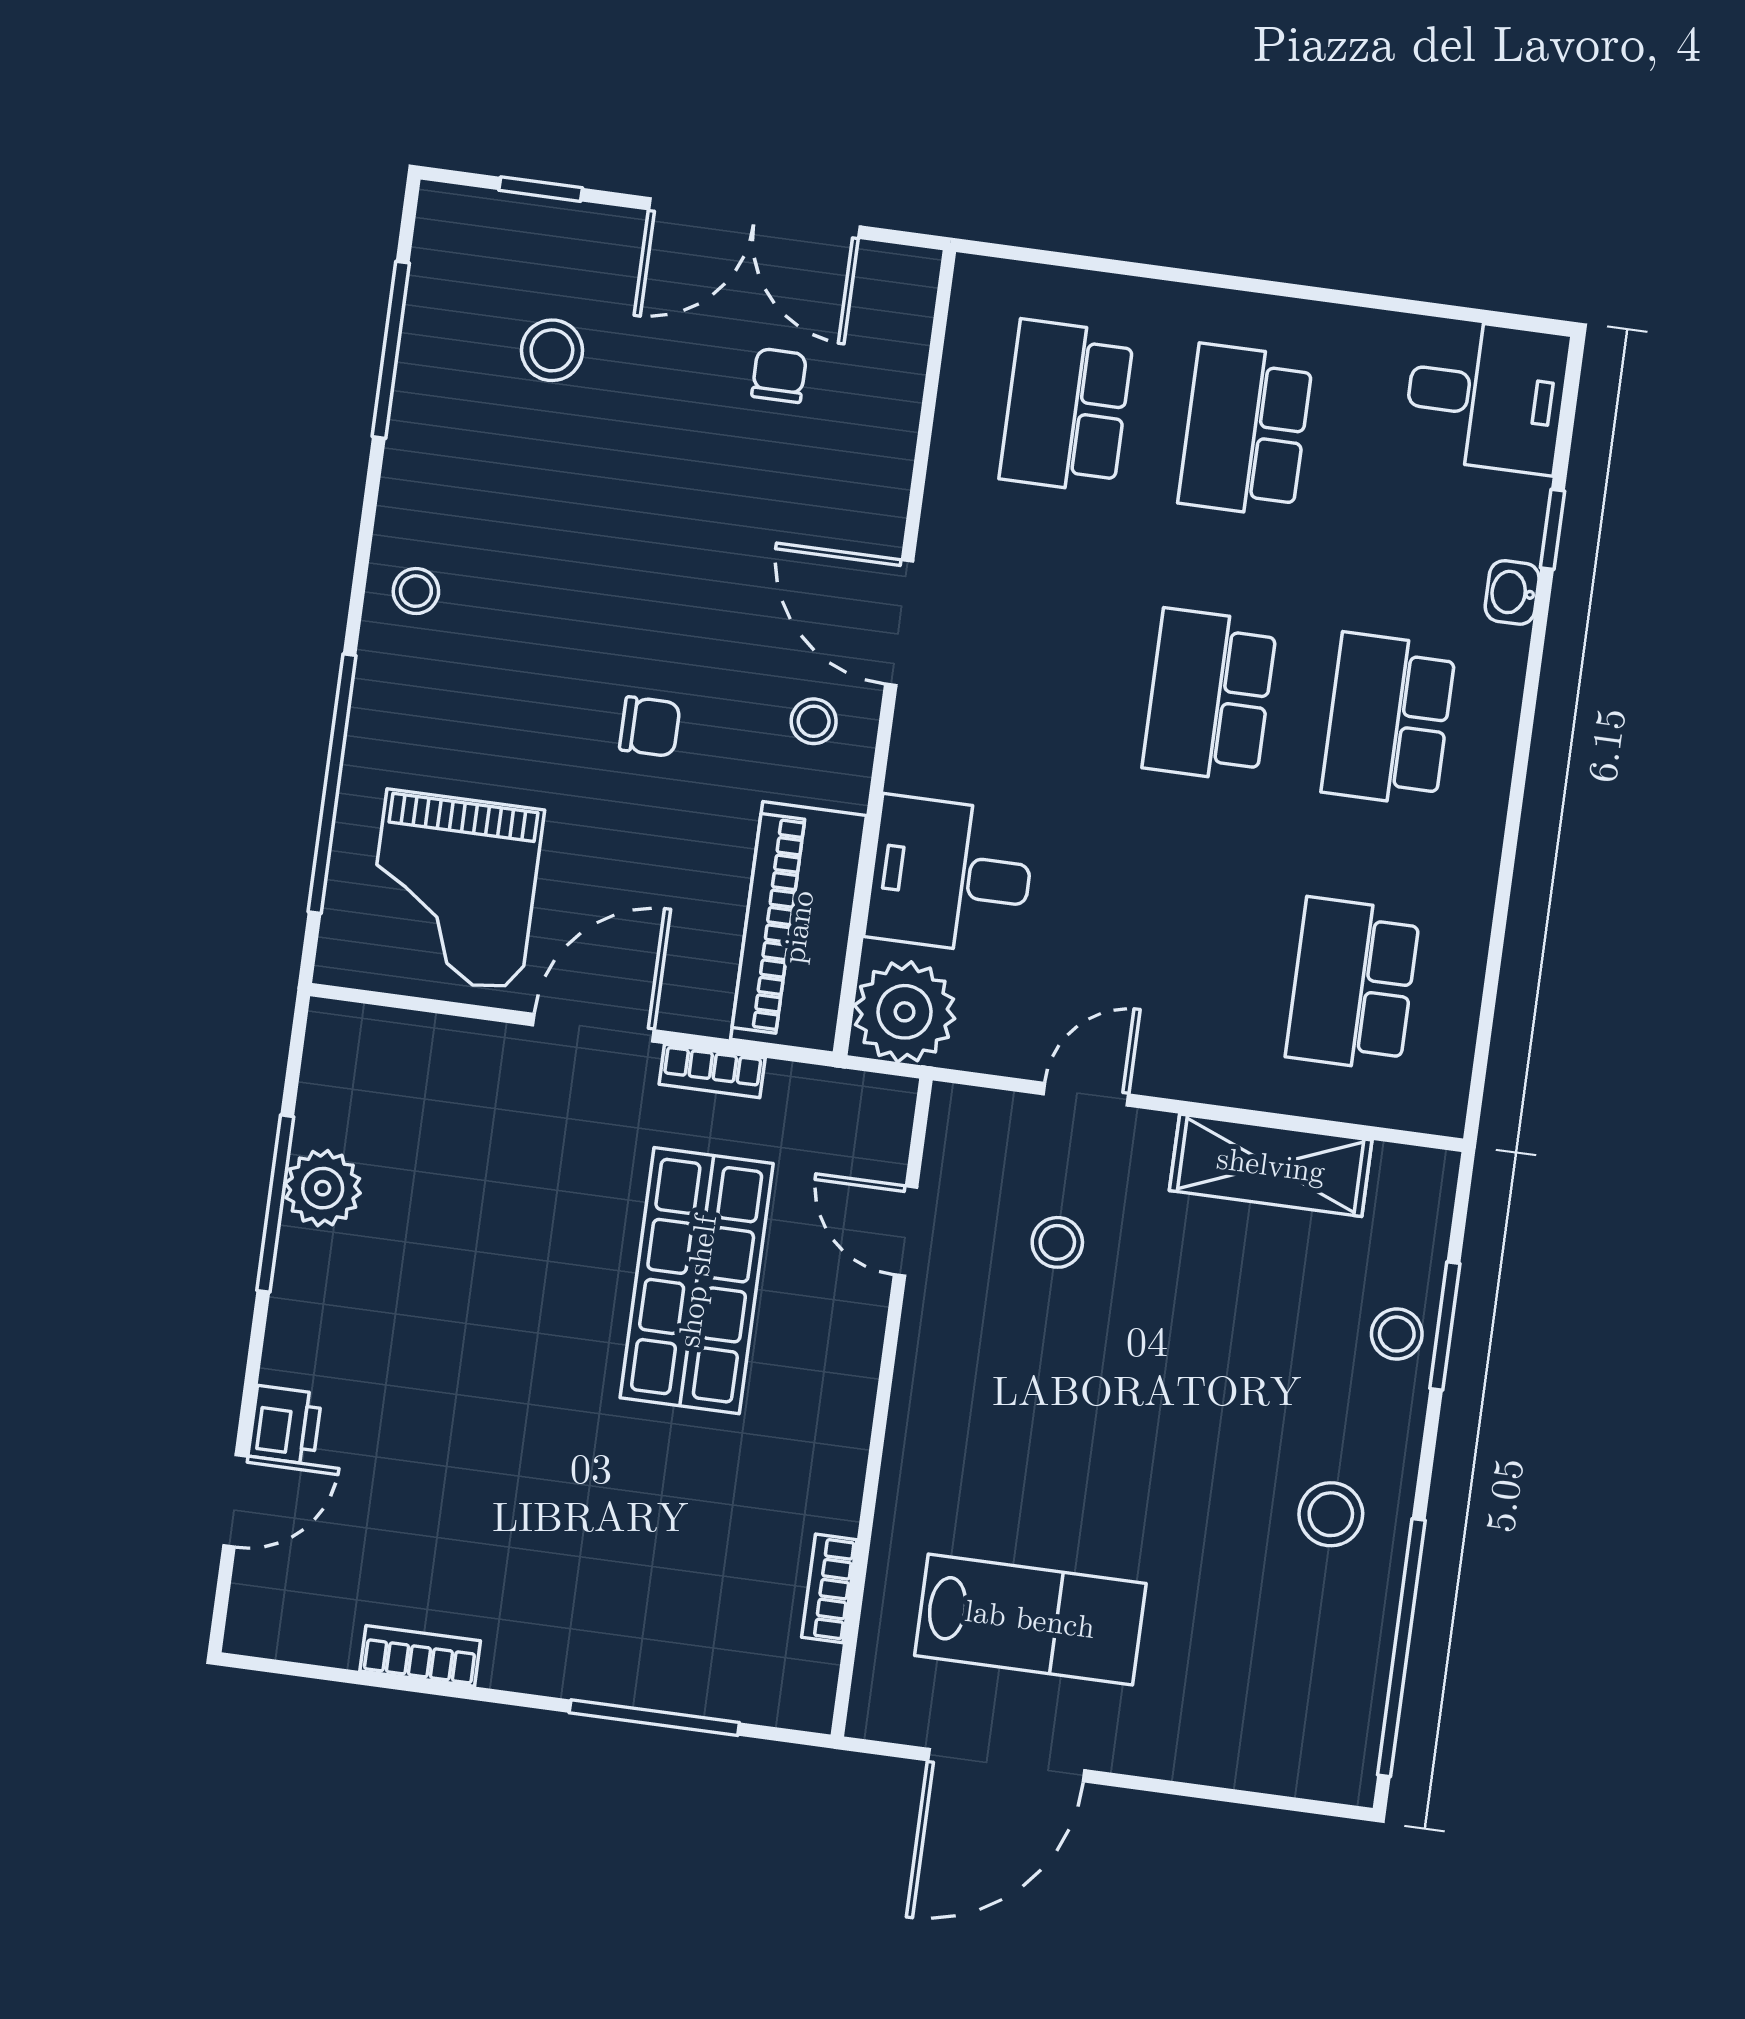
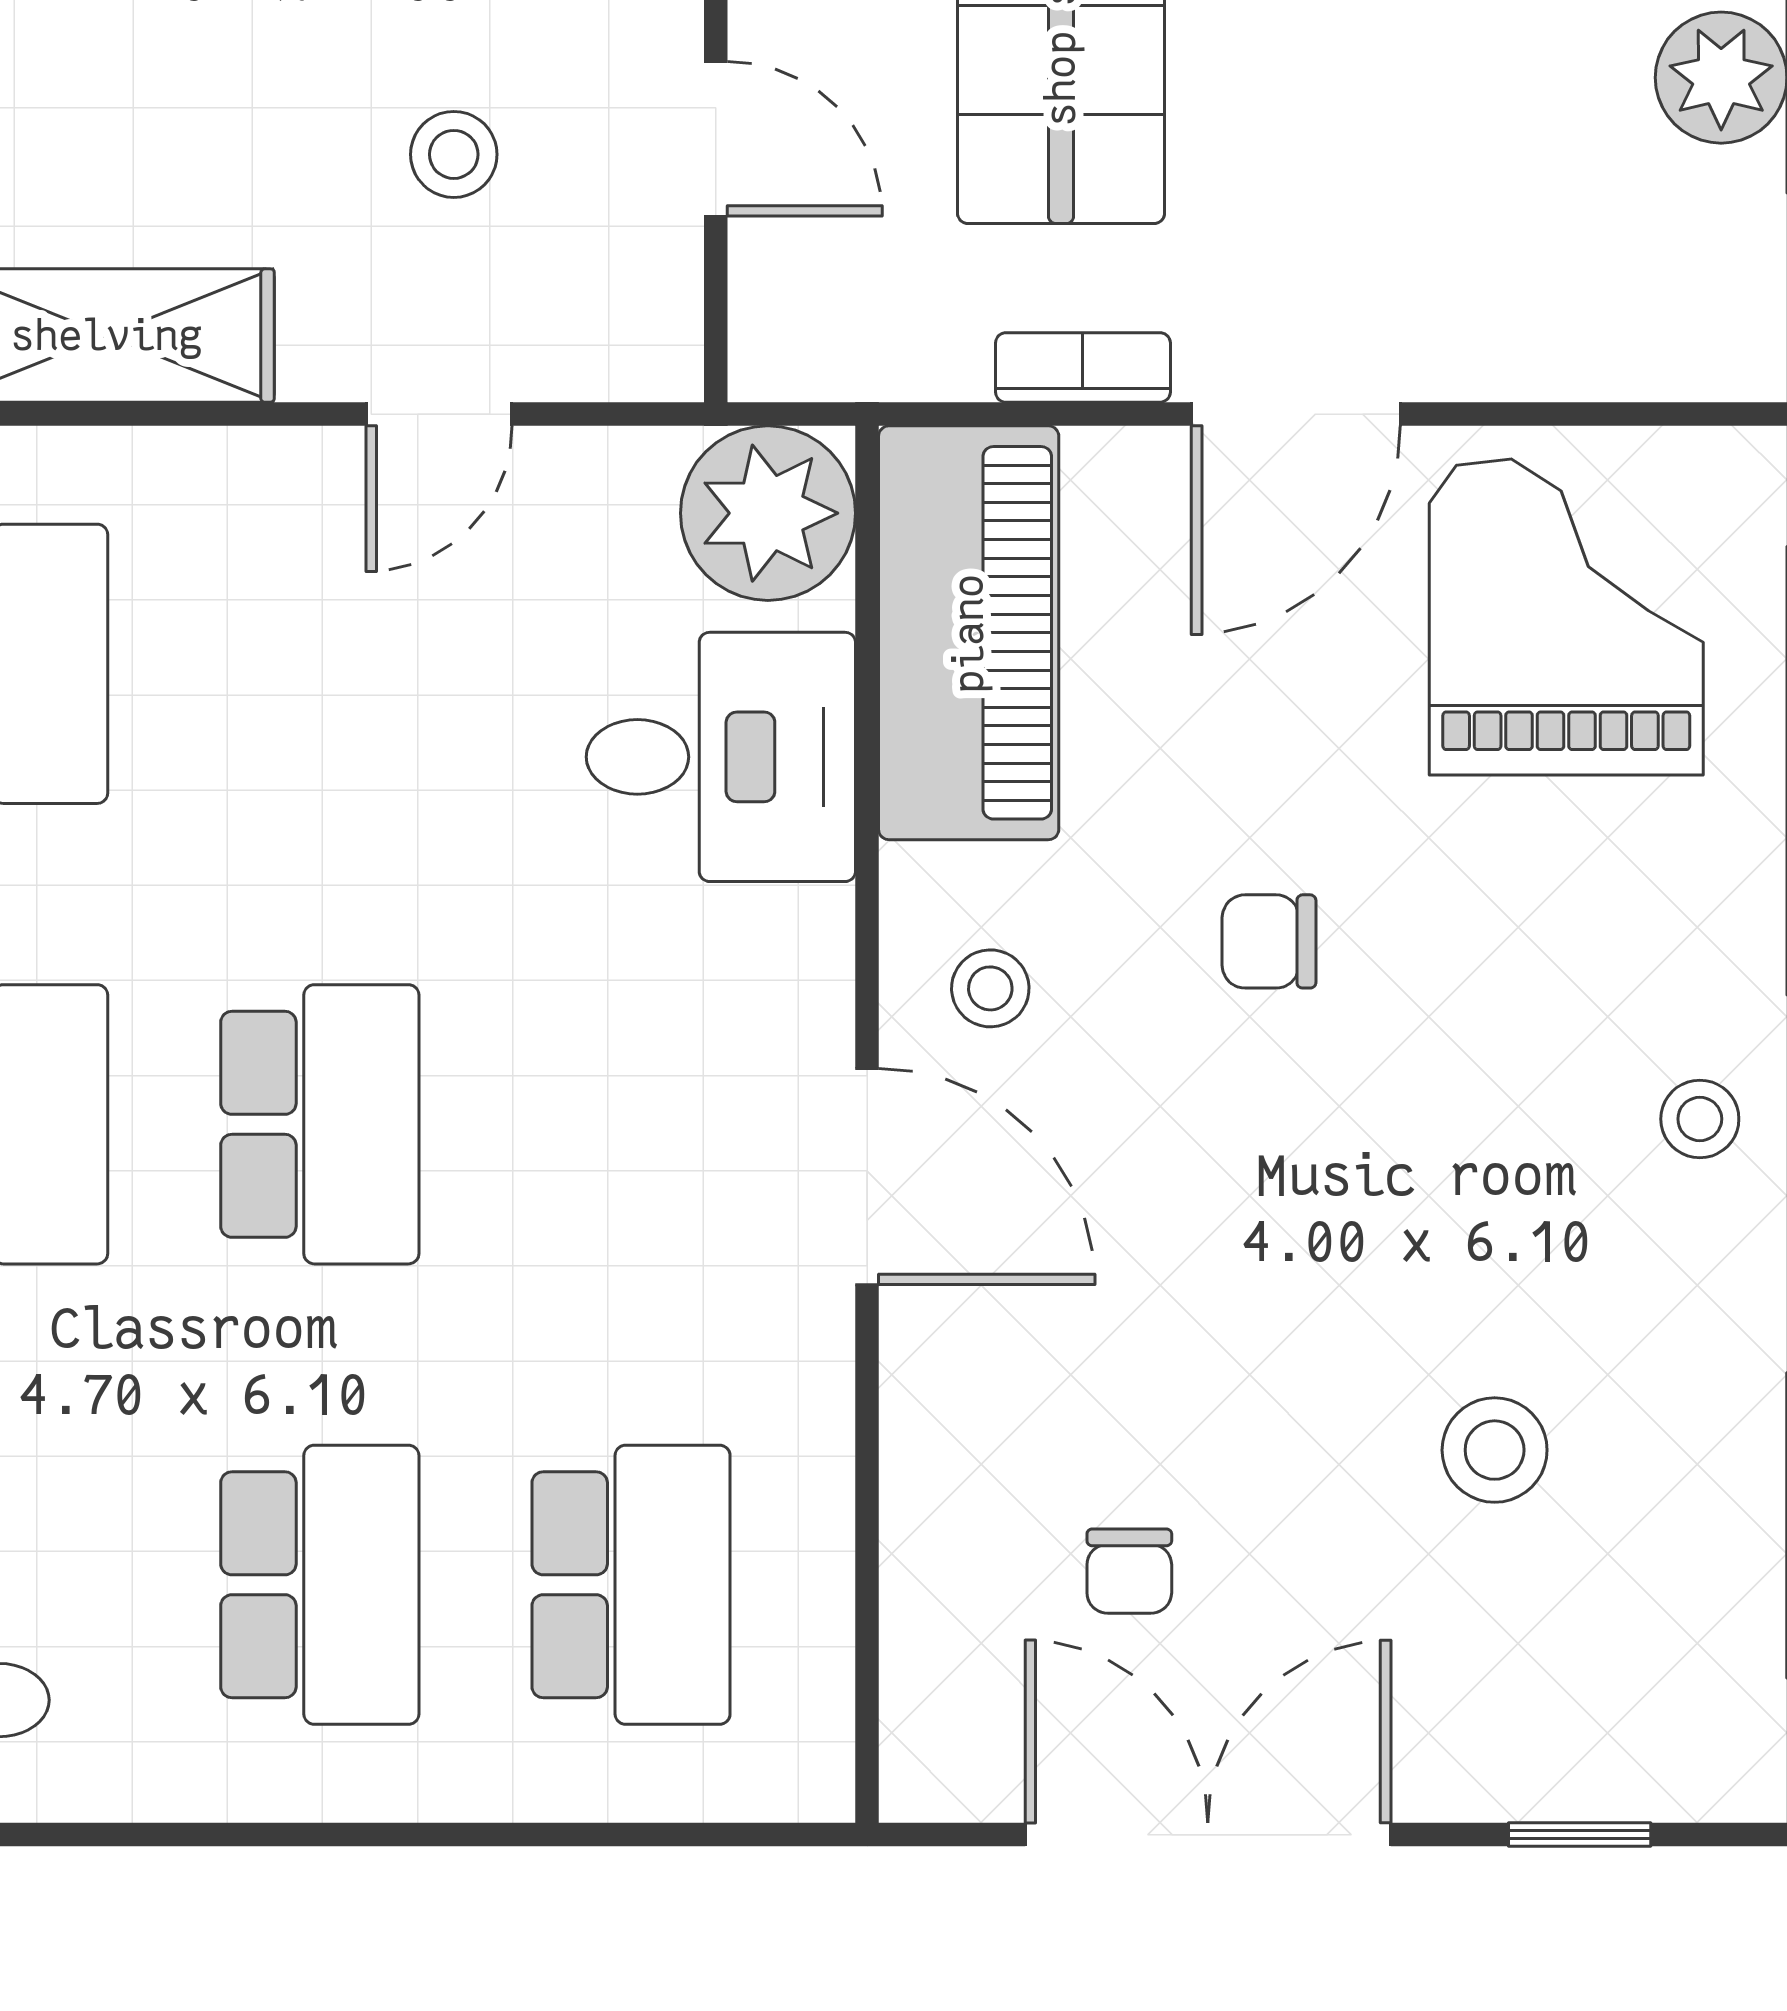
stool: (552, 350) -> (1495, 1450), moved

